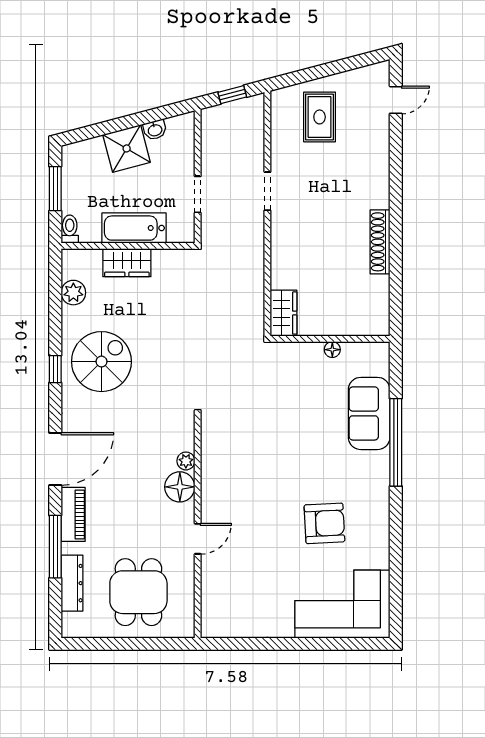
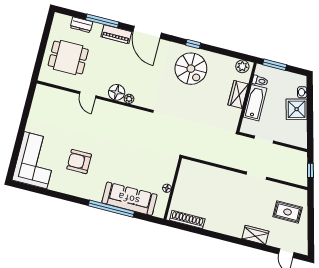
washbasin: (155, 130) -> (302, 92), moved
window: (55, 189) -> (275, 65), moved
toilet: (70, 229) -> (260, 81), moved
shoe rack: (380, 242) -> (187, 219), moved
plant: (73, 293) -> (242, 66), moved
wardrobe: (283, 313) -> (255, 235), moved, turned 180
sofa: (369, 413) -> (129, 199), width x1.36
armchair: (324, 523) -> (79, 162), turned 93
dresser: (72, 583) -> (81, 25), width x0.70

